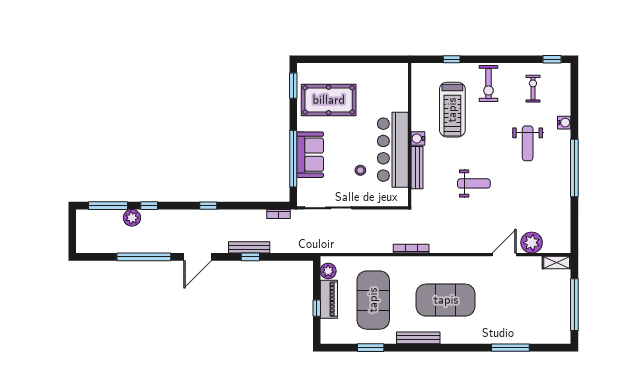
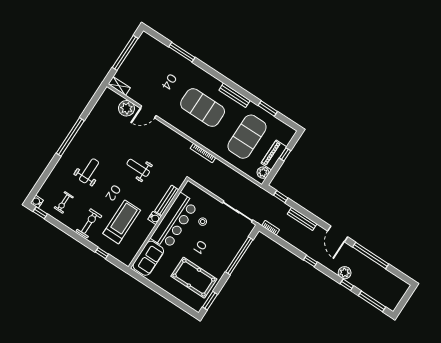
water cooler: (564, 123) -> (37, 202), moved
sofa: (310, 155) -> (148, 258), moved, turned 180
plant: (132, 218) -> (345, 273), moved
door: (198, 257) -> (338, 234), swing flipped
window: (250, 257) -> (281, 197), moved

